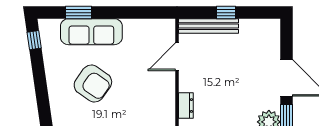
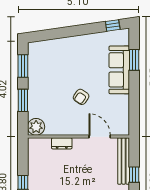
armchair: (93, 83) -> (81, 97), moved, width x0.53, depth x0.53

